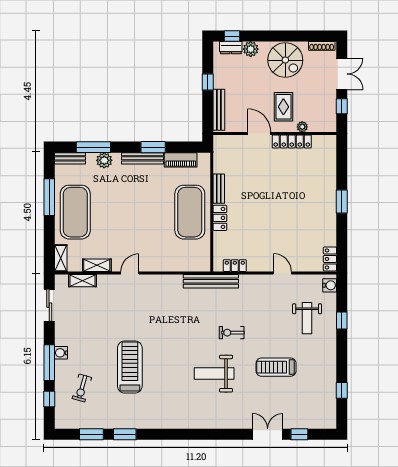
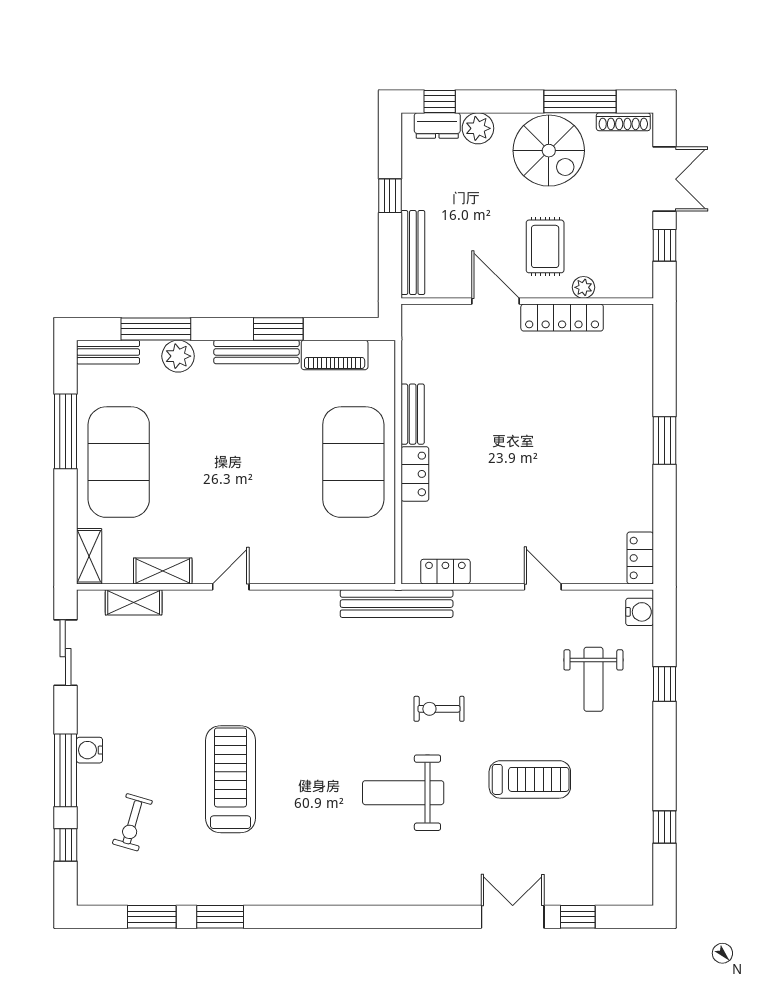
window: (301, 36) -> (580, 102), added
treadmill: (276, 367) -> (530, 779), turned 180

